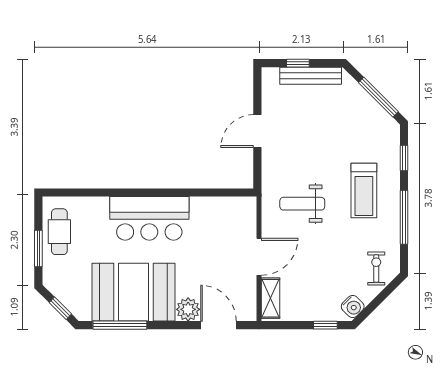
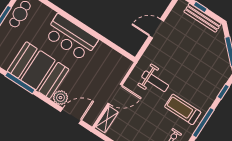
treadmill: (364, 191) -> (183, 109), moved, turned 90
weight bench: (302, 204) -> (155, 81), turned 180
door: (218, 325) -> (71, 116), hinge flipped

